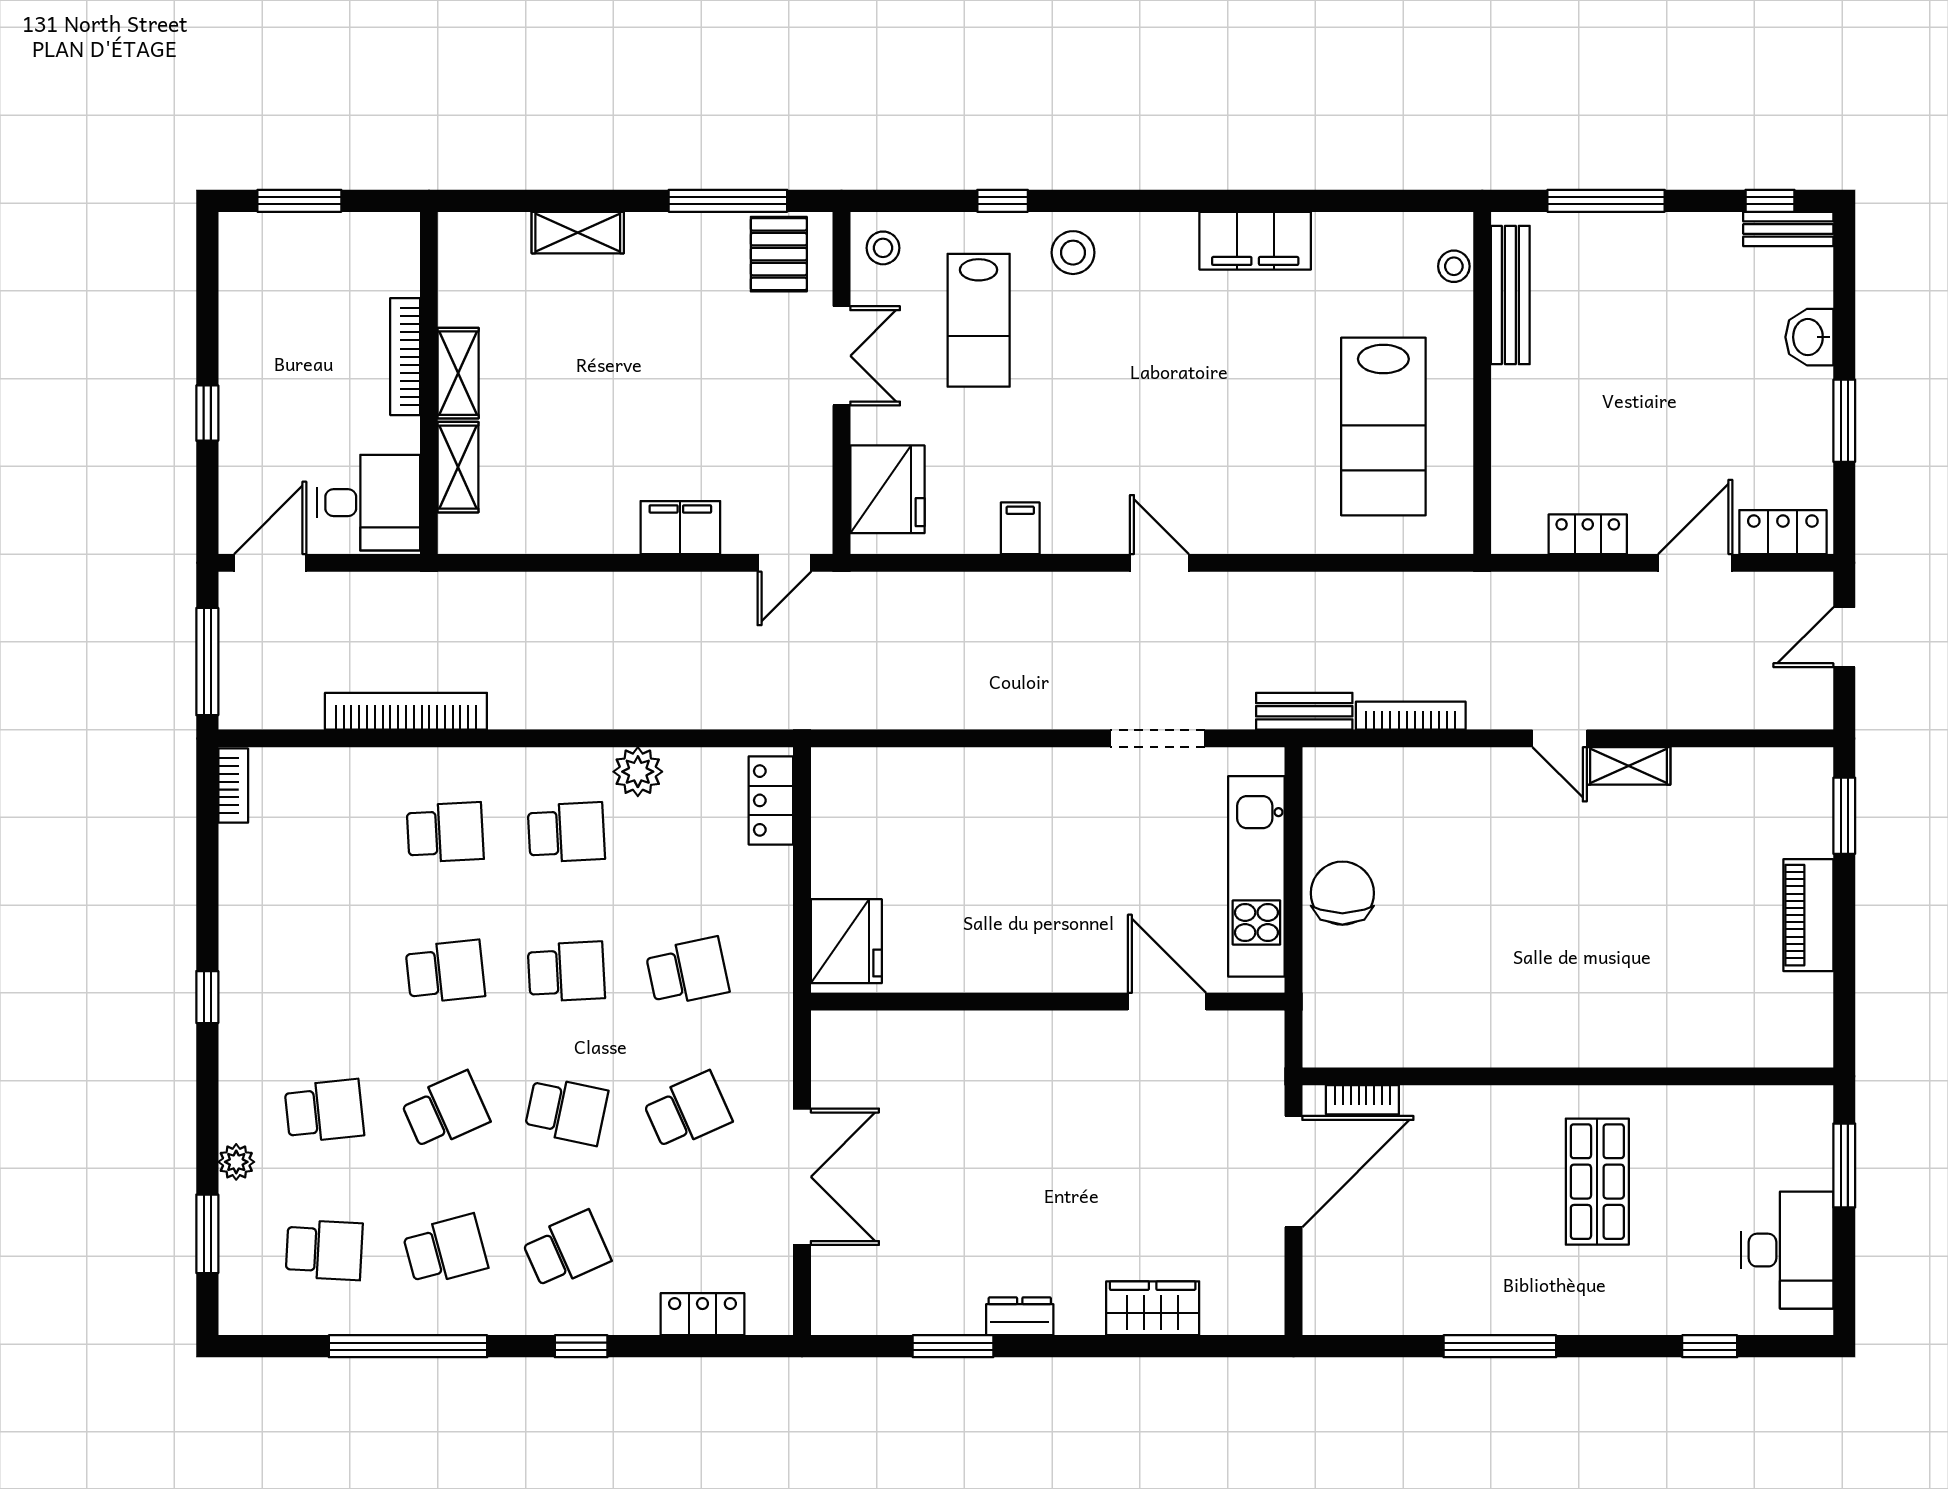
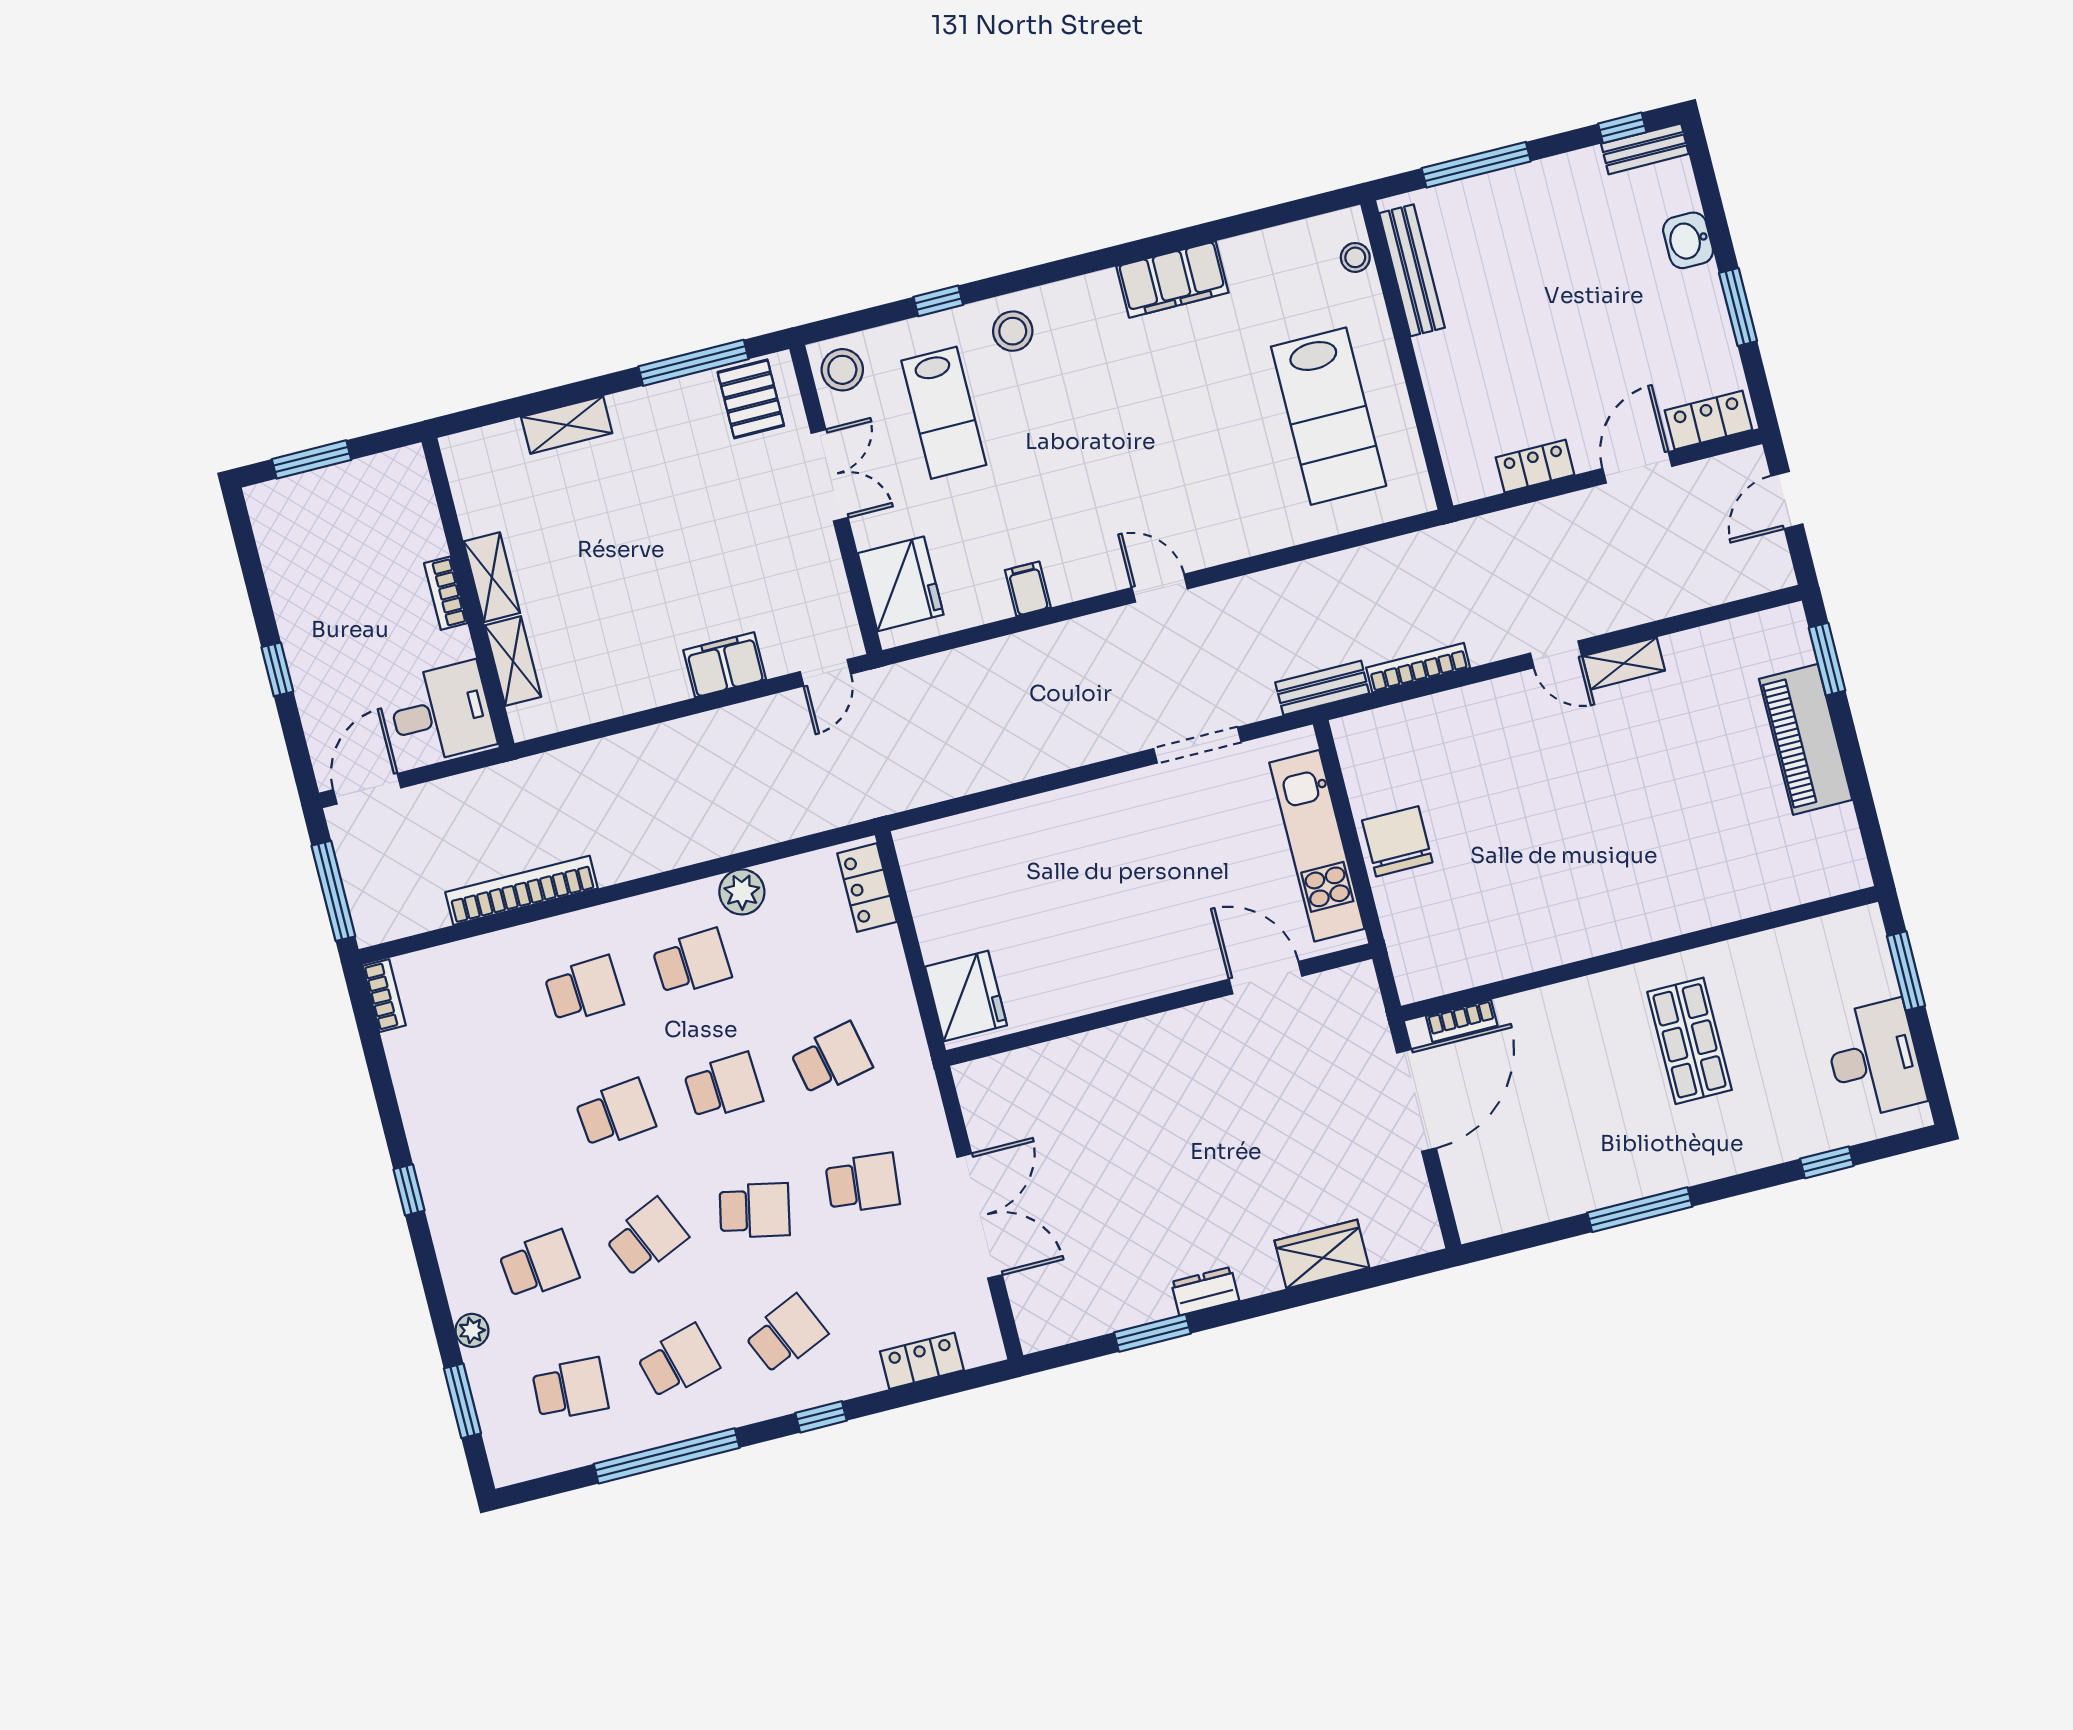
stool: (883, 248) -> (842, 370), width x1.37, depth x1.37
bookcase: (405, 357) -> (446, 593), width x0.64
piano: (1808, 915) -> (1806, 739), width x1.37, depth x1.33
school desk: (687, 1111) -> (863, 1183), turned 30

